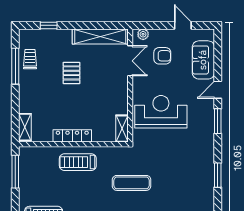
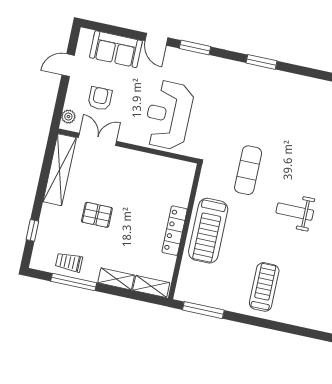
shelving: (122, 129) -> (116, 279), moved
treadmill: (78, 162) -> (208, 231), width x1.37, depth x1.38

